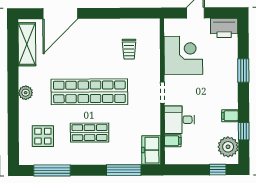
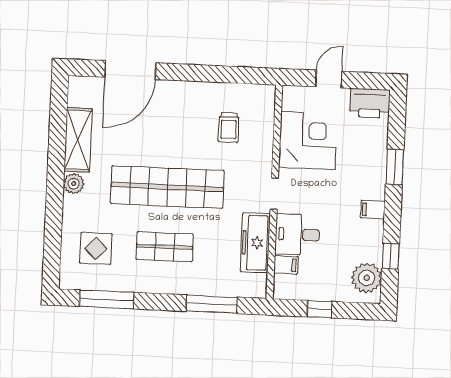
shelving: (27, 44) -> (78, 140), moved
filing cabinet: (230, 116) -> (373, 210), moved
freezer: (151, 150) -> (255, 243), moved, width x1.40
window: (218, 170) -> (319, 309), moved

